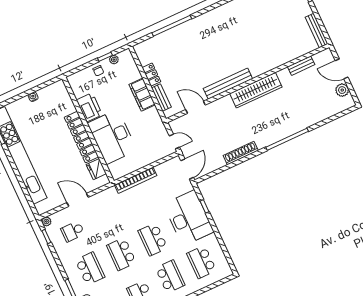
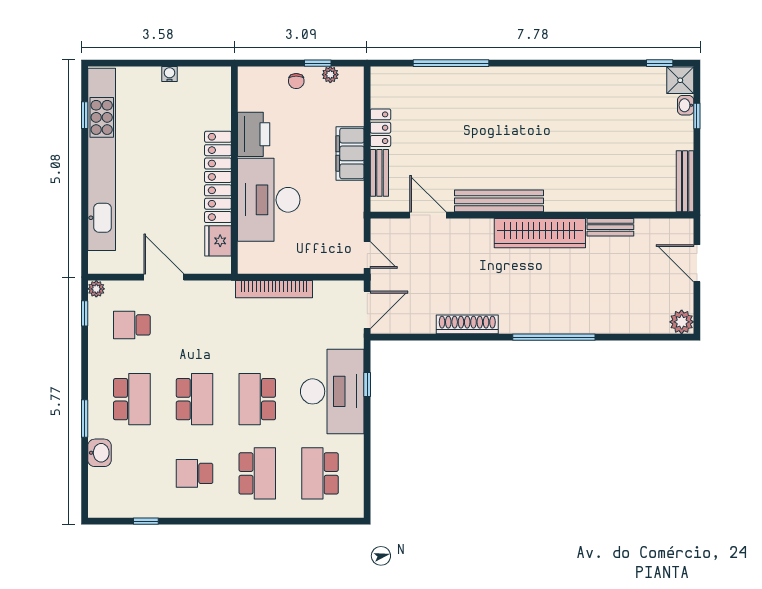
bench: (301, 66) -> (610, 227), moved
plant: (342, 90) -> (682, 322), moved
school desk: (121, 254) -> (195, 399), turned 180

